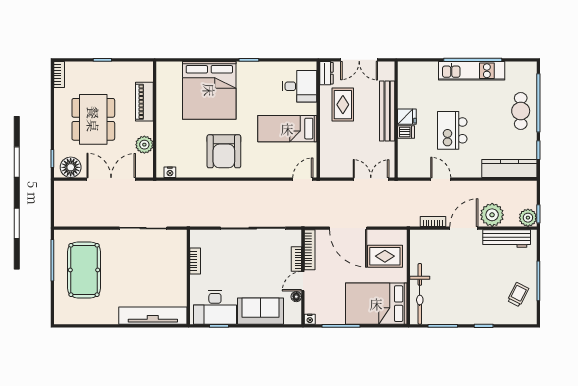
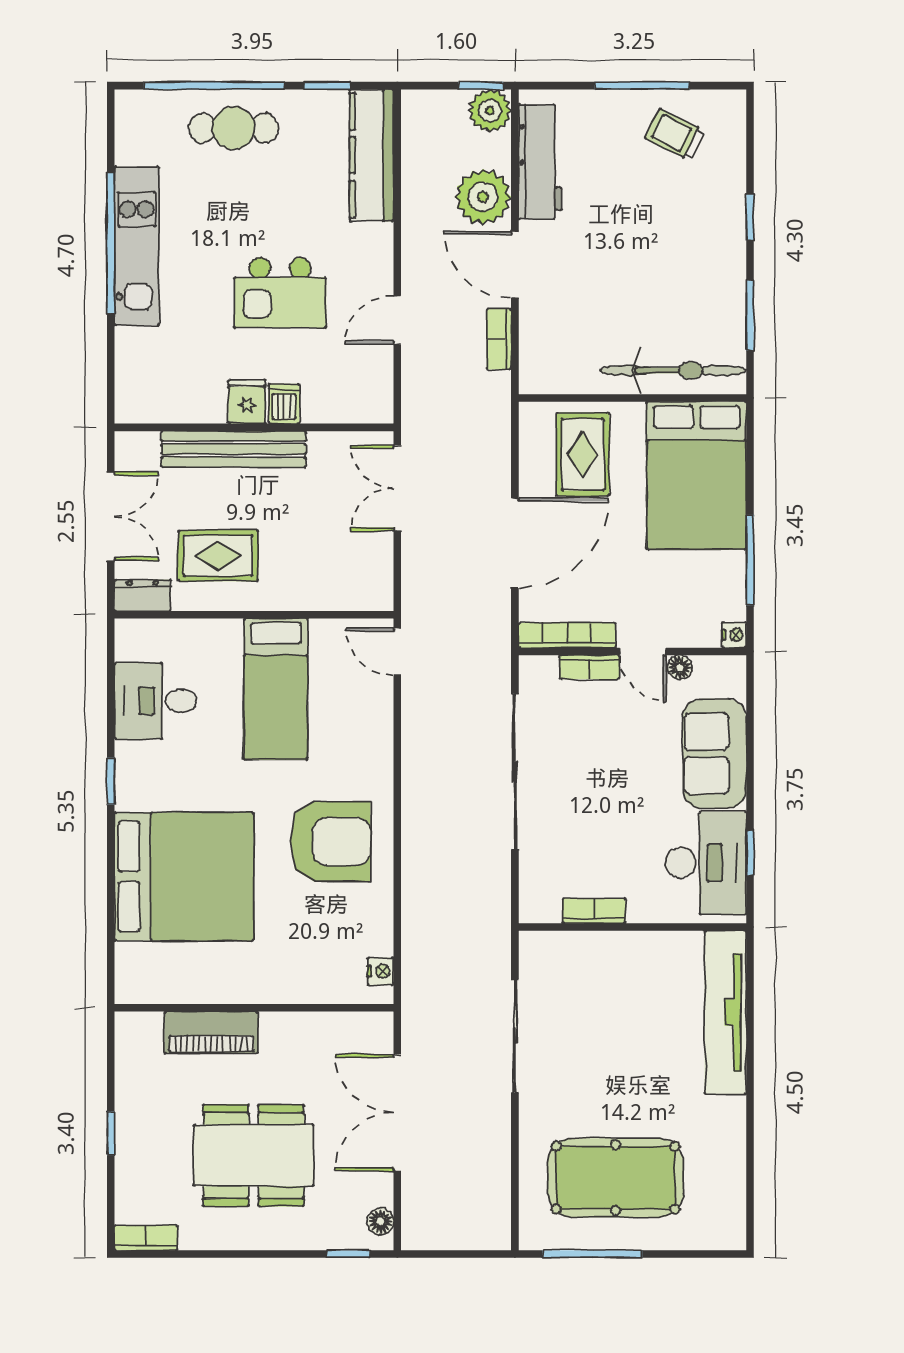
desk: (300, 86) -> (156, 701), moved, turned -90
plant: (144, 145) -> (314, 1033), removed
floor lamp: (71, 167) -> (380, 1221), width x0.53, depth x0.53

